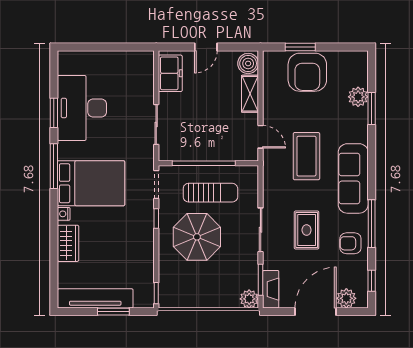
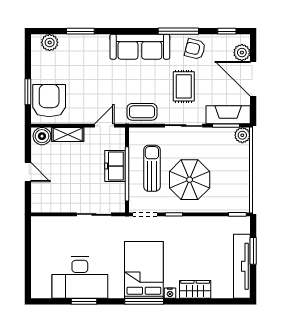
armchair: (307, 72) -> (49, 101), moved, turned -90
freezer: (170, 73) -> (115, 166), moved, turned -90
plant: (358, 97) -> (50, 42), moved
coffee table: (306, 156) -> (142, 112), moved, width x0.73, depth x0.76
window: (54, 166) -> (144, 301), moved
rug: (307, 230) -> (184, 86), turned 90
armchair: (350, 243) -> (195, 49), turned 104
fireplace: (271, 289) -> (228, 115), width x1.37, depth x1.32

